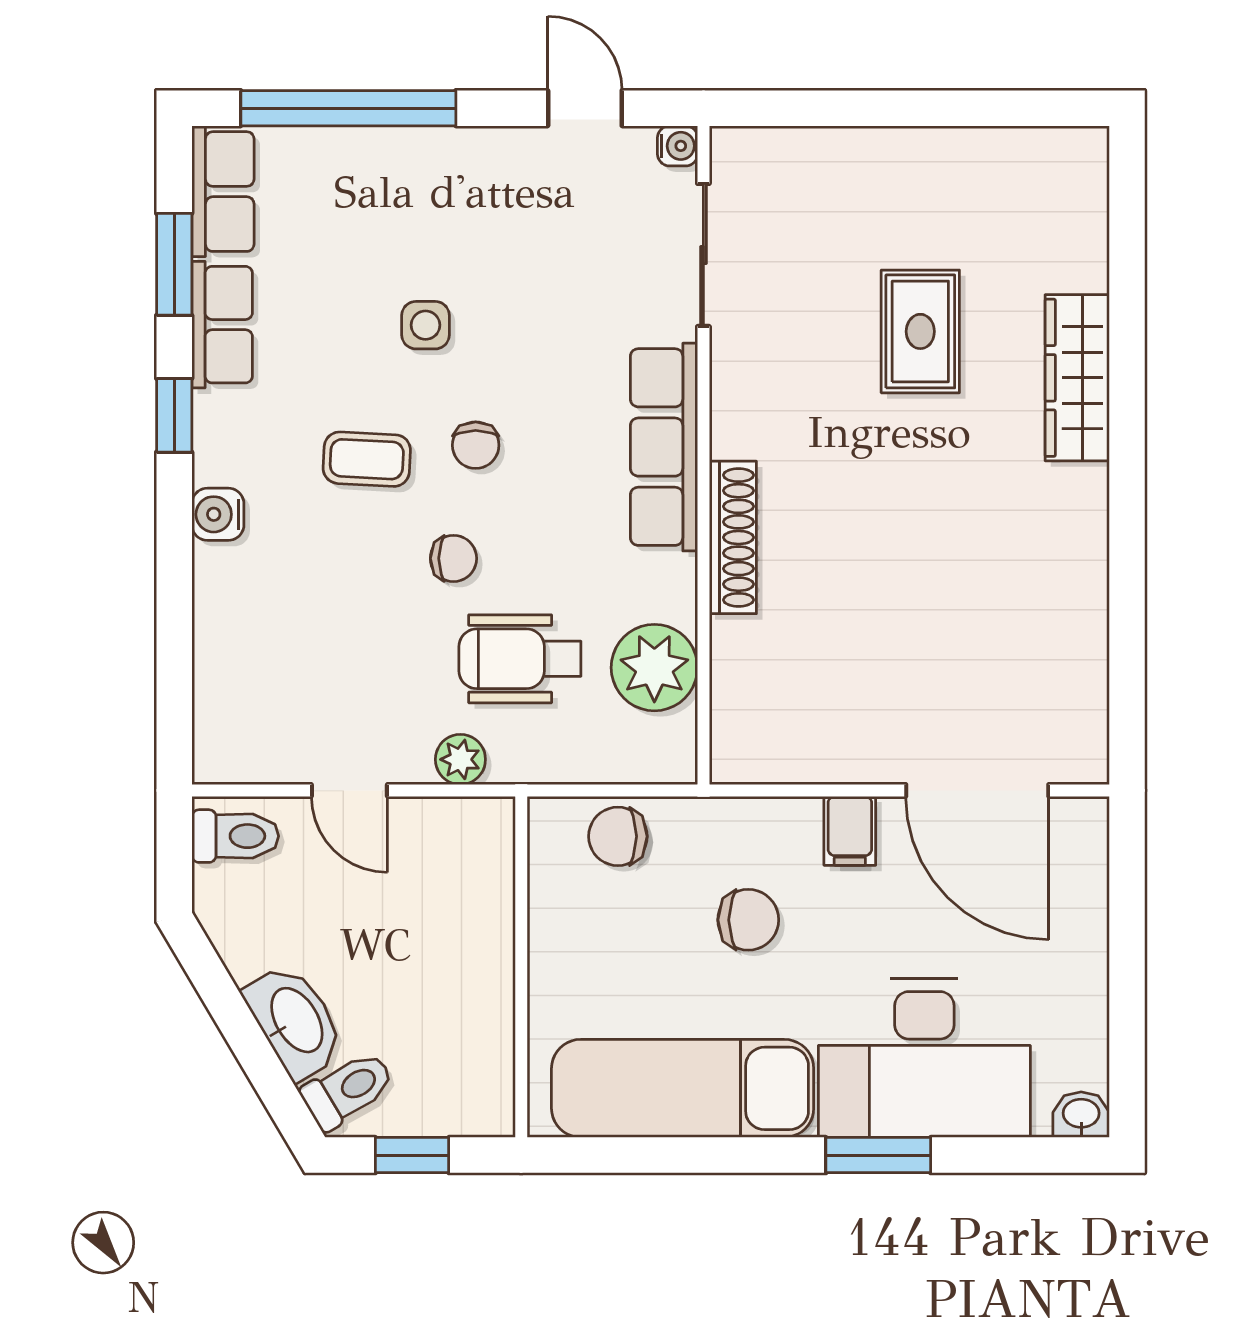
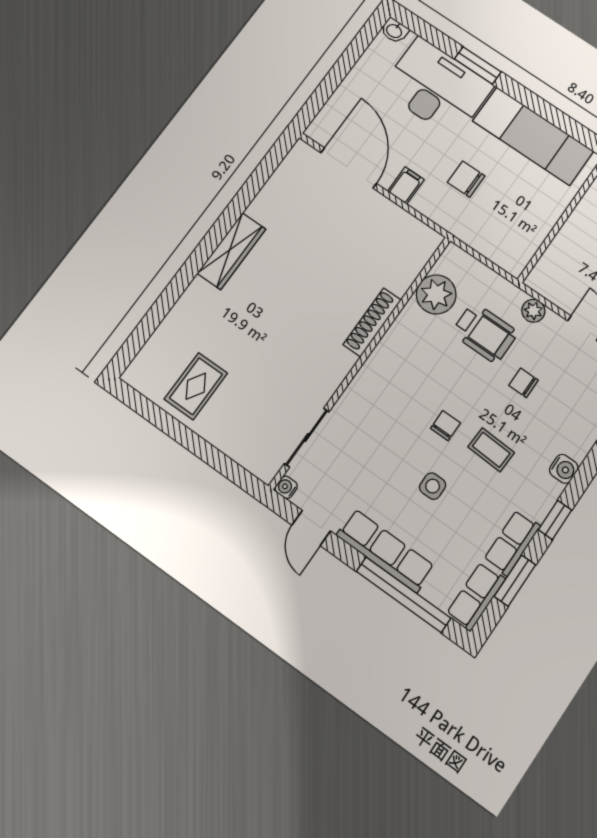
rug: (920, 331) -> (196, 386), moved
wardrobe: (1077, 378) -> (232, 251), moved
row of seats: (664, 447) -> (385, 551), moved, turned -90
chair: (453, 558) -> (523, 383), moved
chair: (618, 836) -> (494, 242), removed

